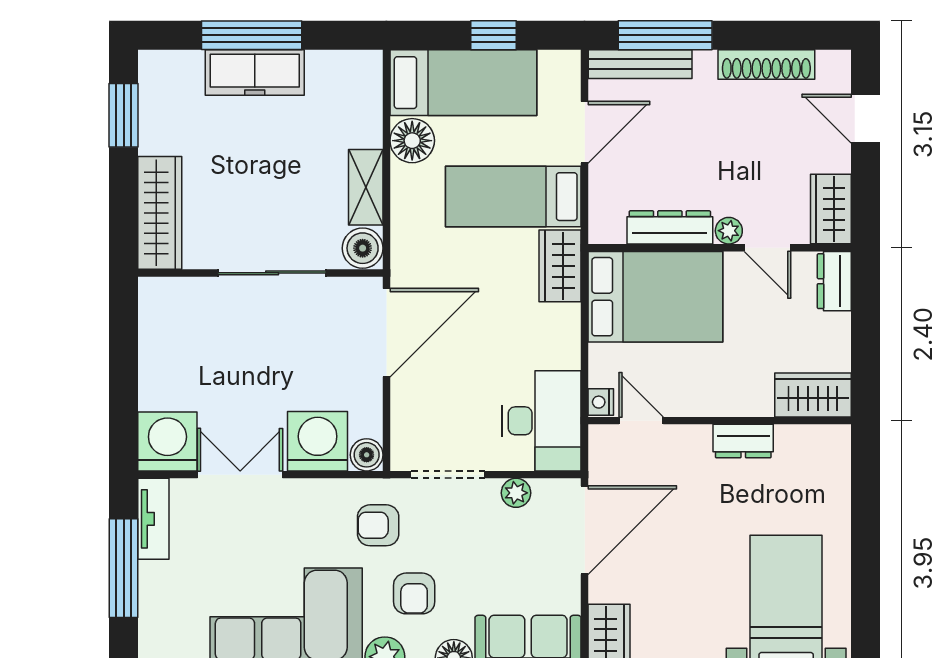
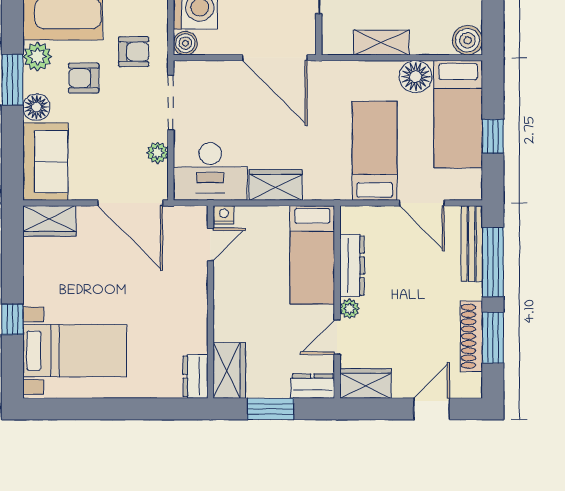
window: (768, 35) -> (493, 338), added
boiler: (363, 248) -> (467, 40), moved
wardrobe: (560, 266) -> (276, 185), moved
bed: (655, 297) -> (312, 255), width x0.67
window: (865, 339) -> (271, 409), added
dresser: (743, 441) -> (195, 376), moved
armchair: (378, 525) -> (134, 52), turned 90

